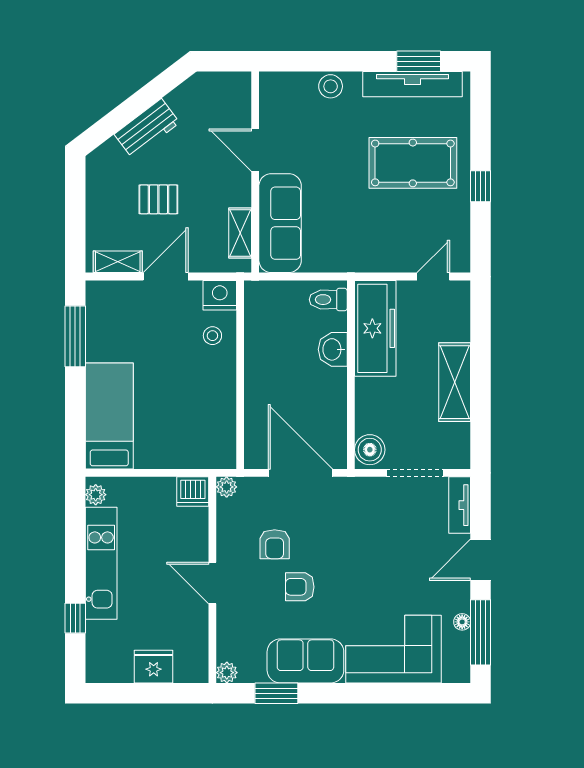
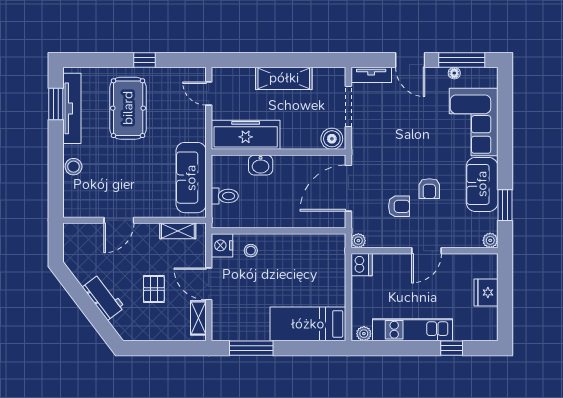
sofa: (280, 223) -> (191, 178), moved, turned -90
toilet: (328, 300) -> (225, 196), moved, turned -90

